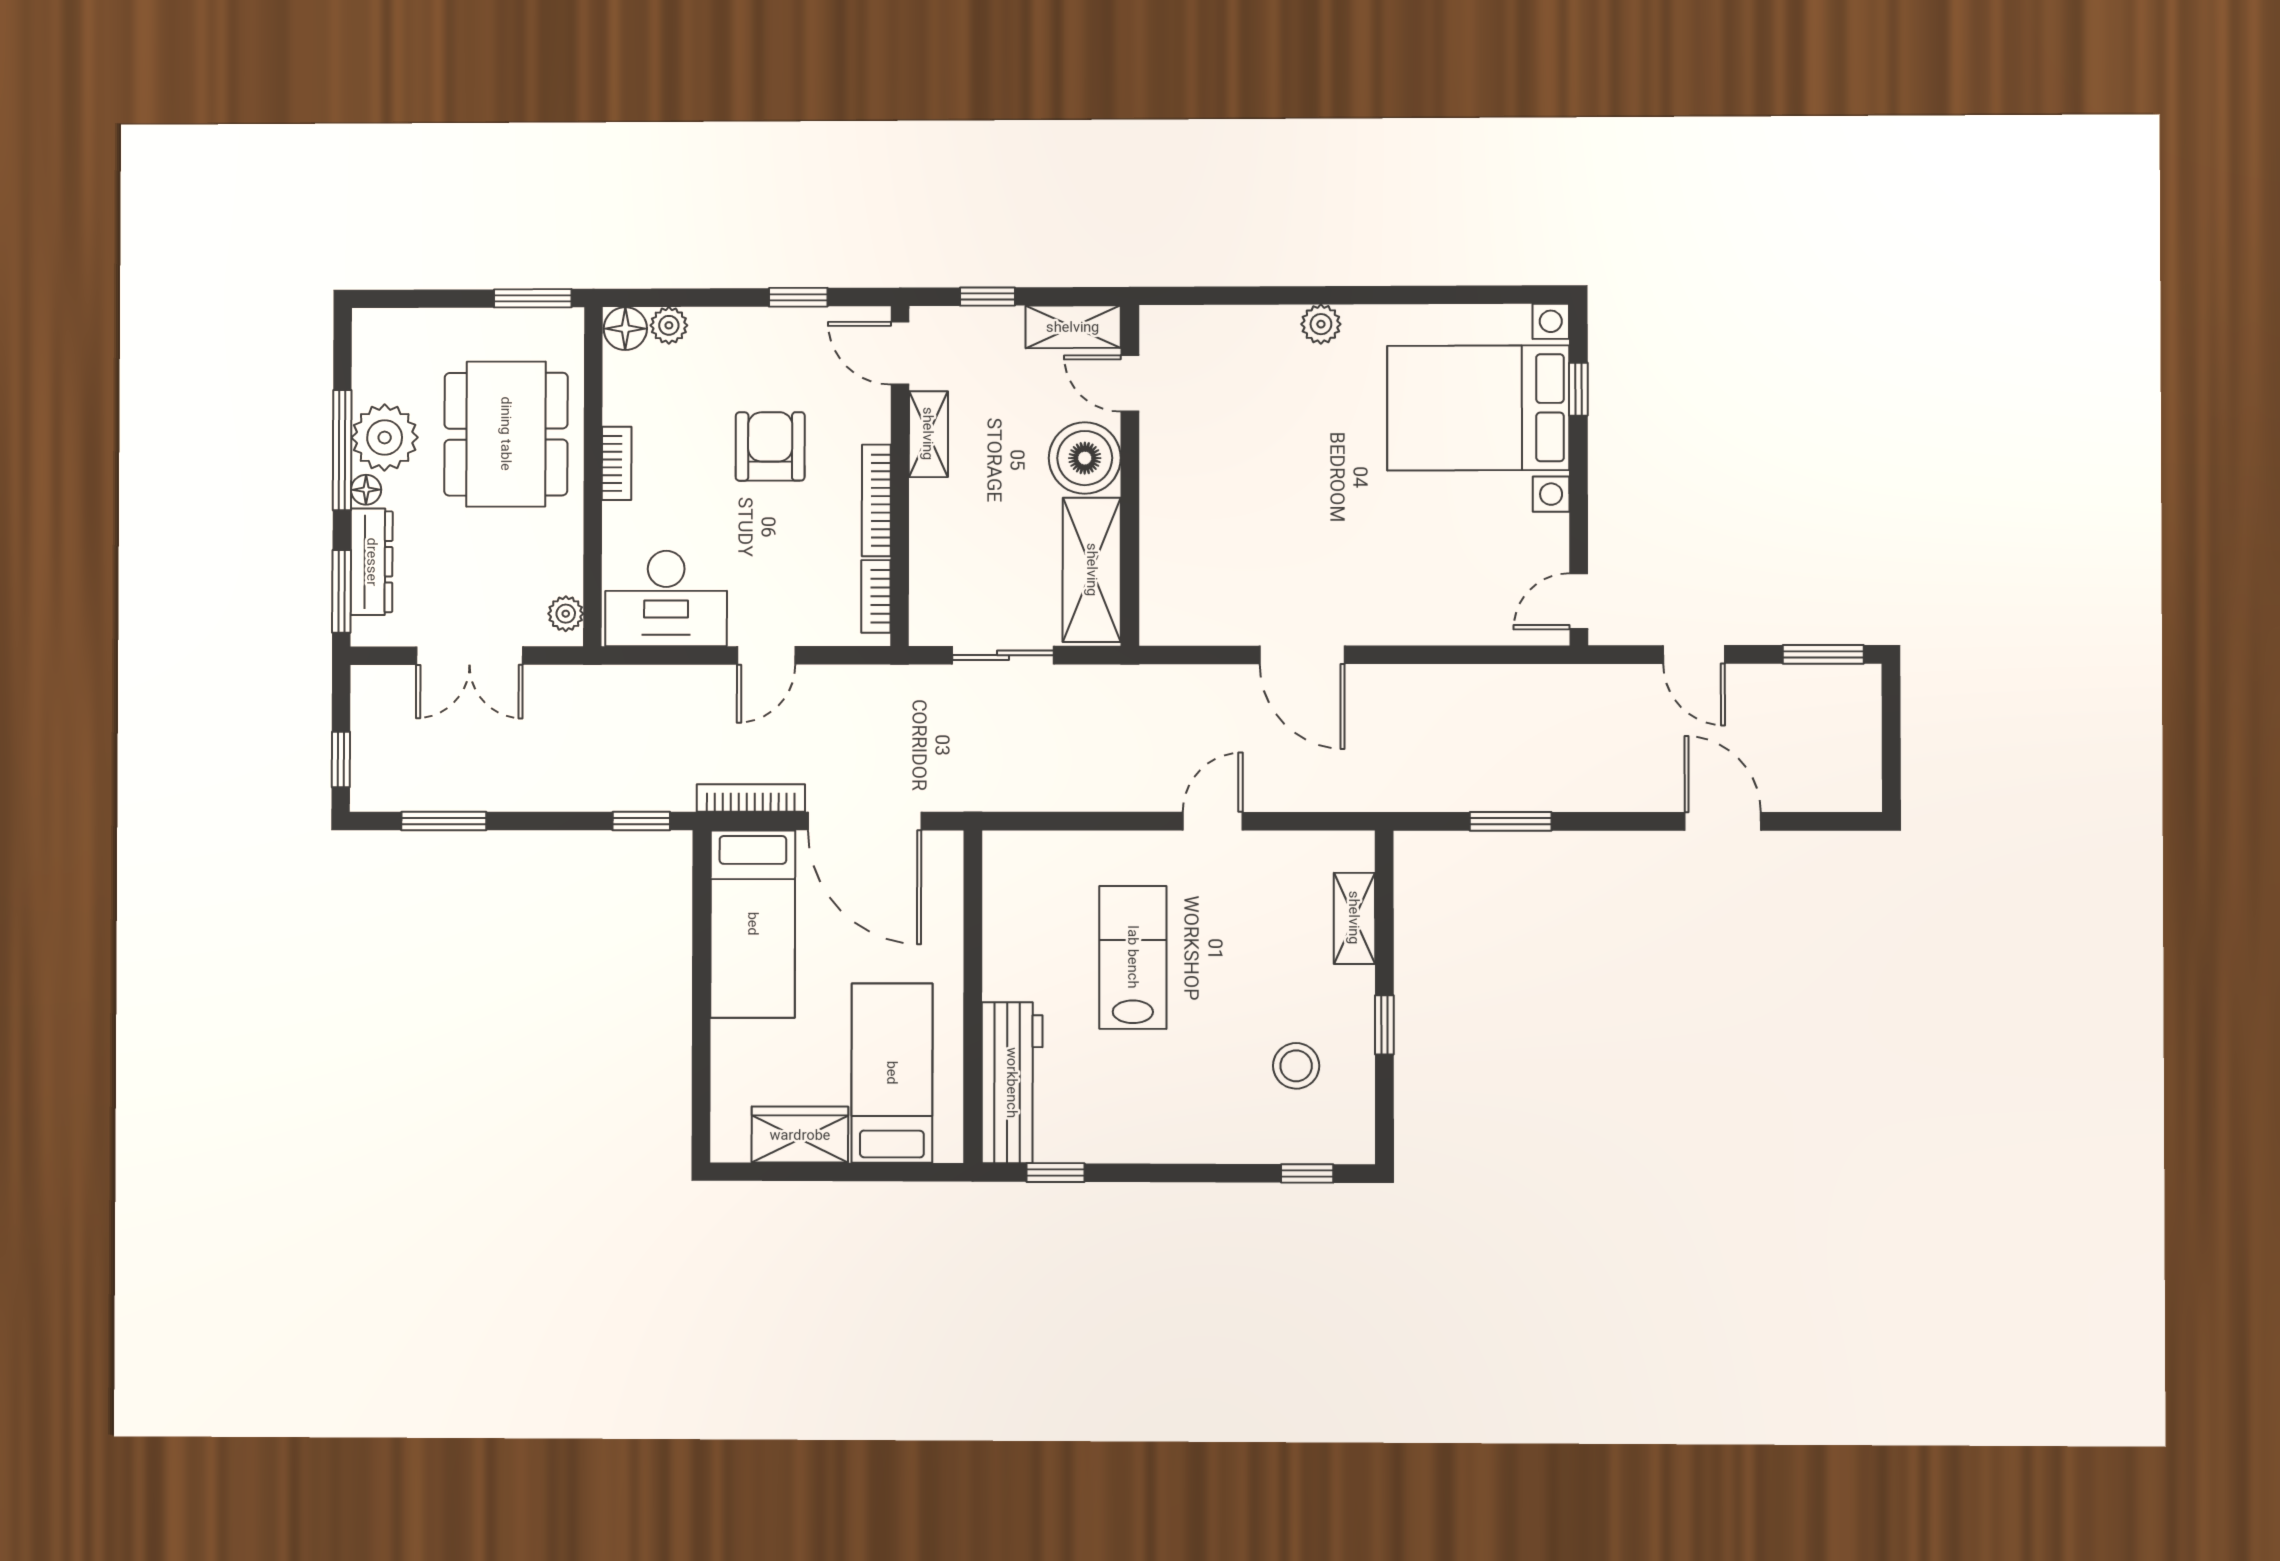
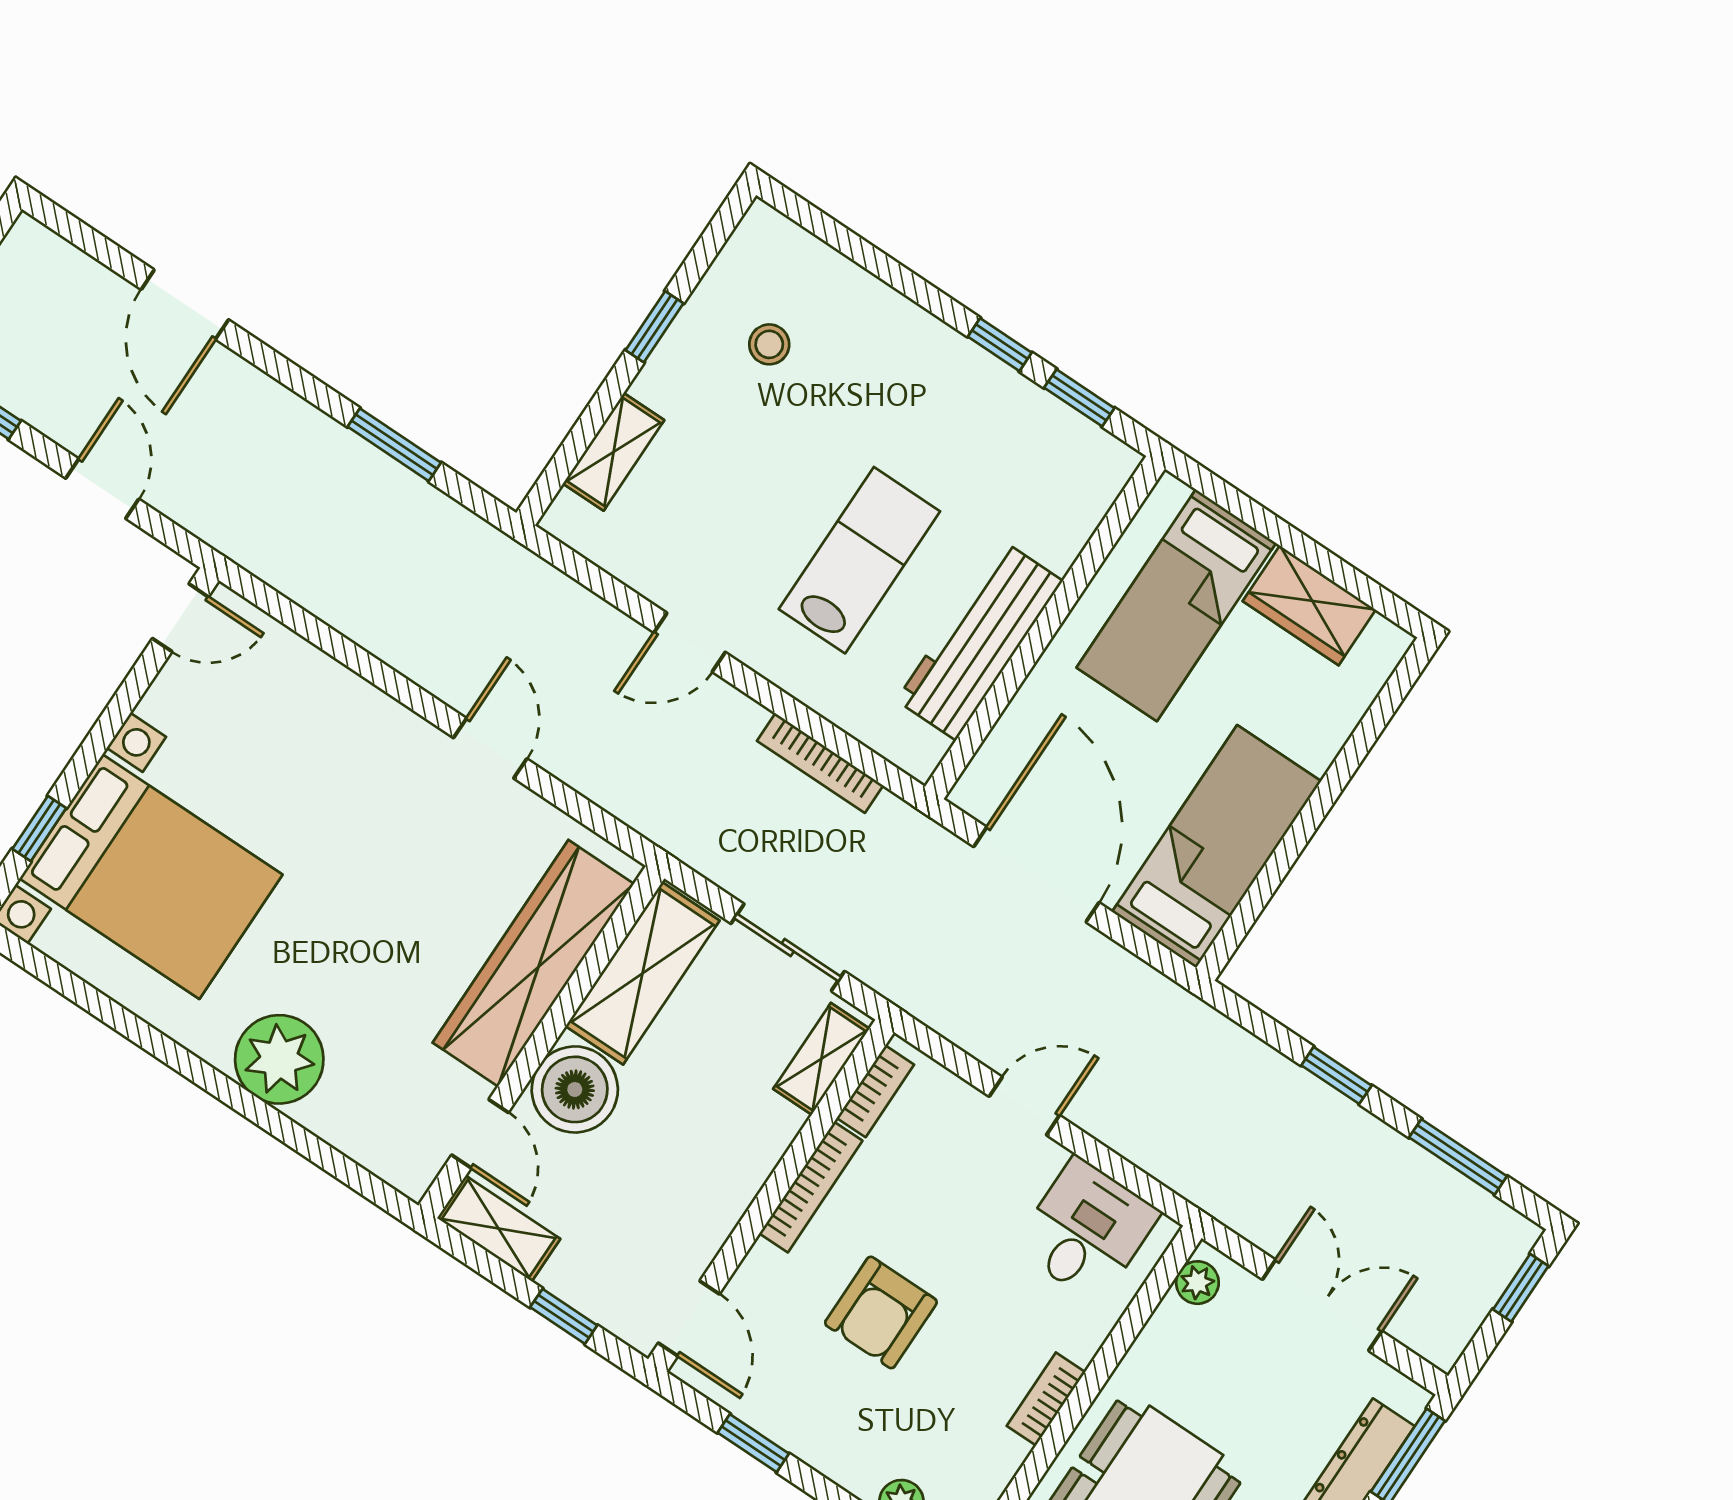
plant: (1321, 324) -> (279, 1059), width x1.87, depth x1.87
shelving: (928, 434) -> (821, 1059), moved
wardrobe: (1172, 526) -> (533, 963), added
desk: (666, 598) -> (1087, 1230), width x0.73
door: (1302, 655) -> (490, 748), width x0.73
bookcase: (751, 798) -> (820, 763), moved
window: (641, 821) -> (1336, 1075), moved
lab bench: (1133, 957) -> (859, 560), turned 180
stool: (1296, 1066) -> (769, 344), width x0.73, depth x0.73
workbench: (1012, 1083) -> (979, 641), moved
window: (1307, 1173) -> (1000, 345), moved

